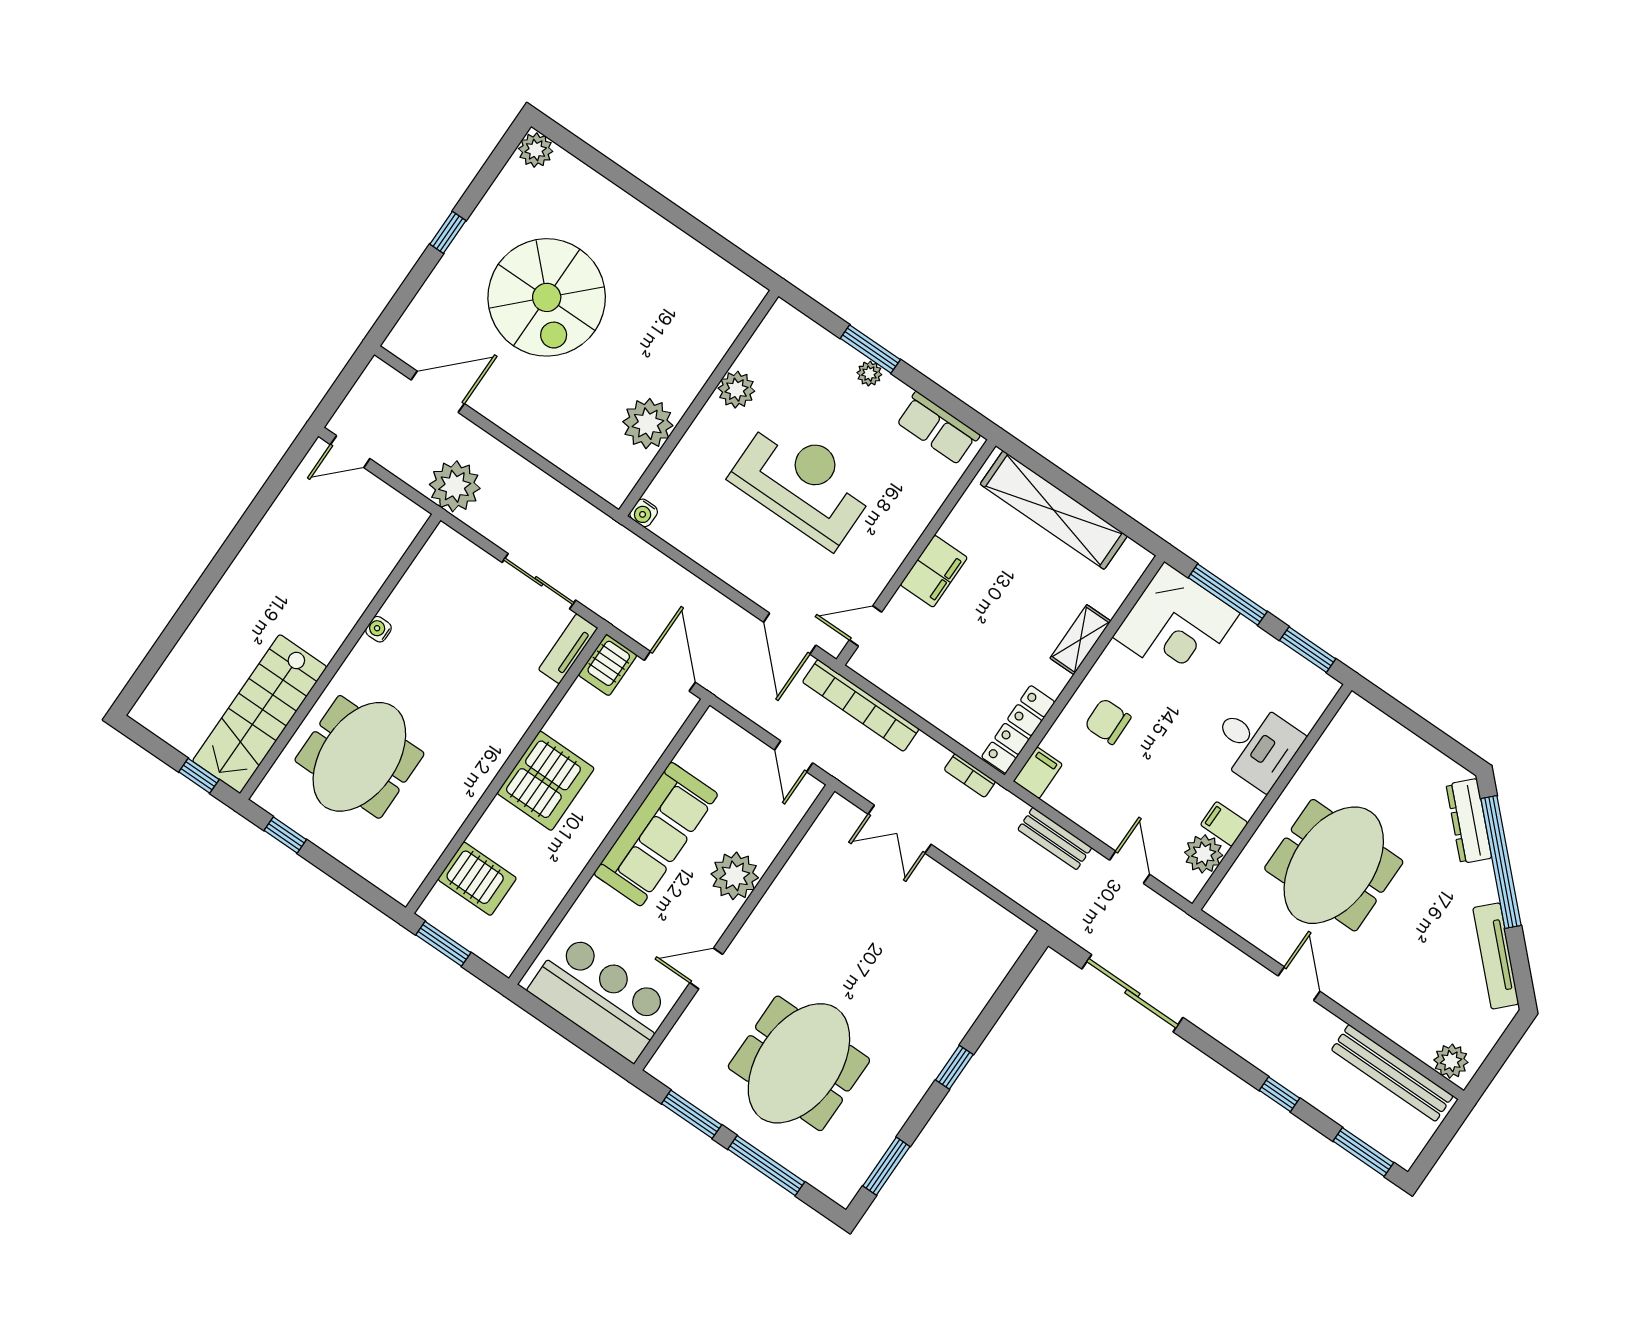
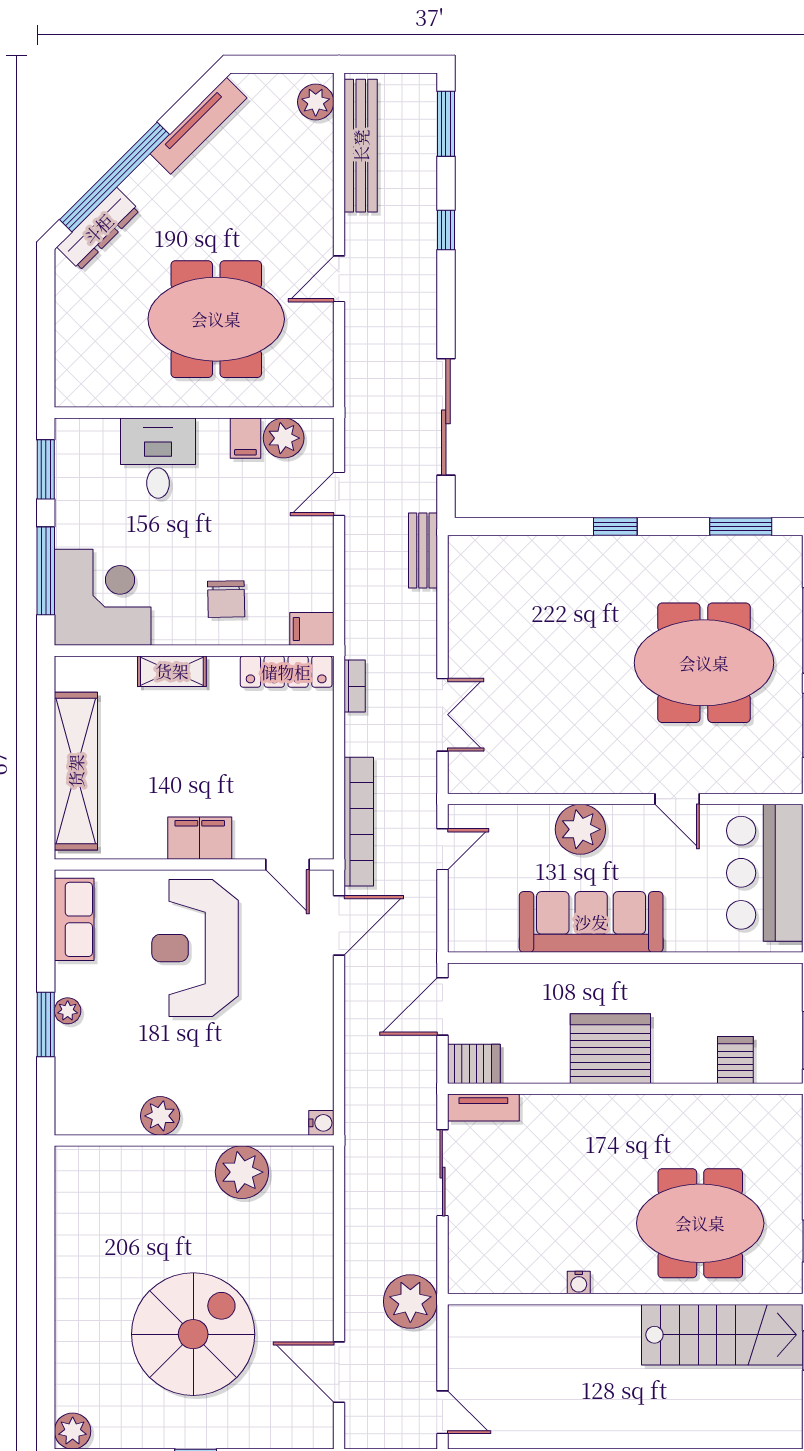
reception desk: (803, 483) -> (195, 948), moved
bench: (1055, 839) -> (423, 551), moved
server rack: (477, 879) -> (735, 1060), width x0.73, depth x0.70

